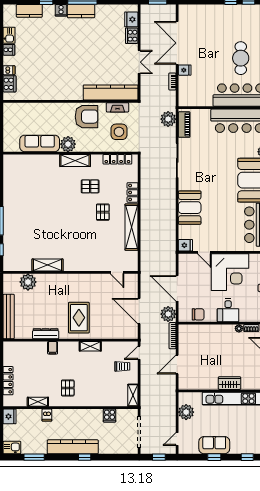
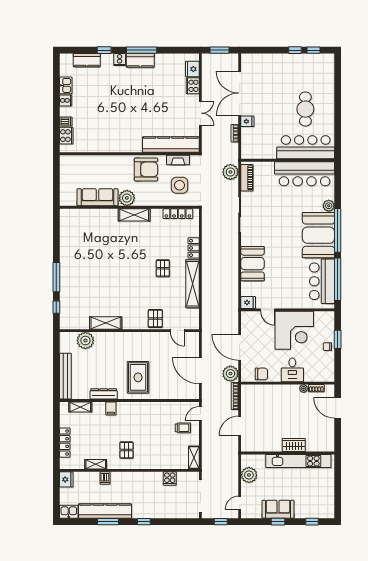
pallet: (90, 186) -> (155, 319), moved, turned 90
shelving: (90, 346) -> (80, 407), moved
kitchen counter: (73, 447) -> (105, 511), moved
window: (34, 457) -> (108, 522), moved

